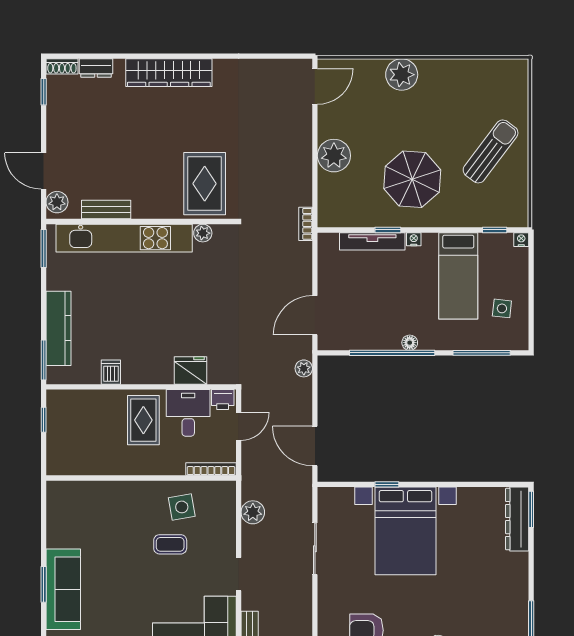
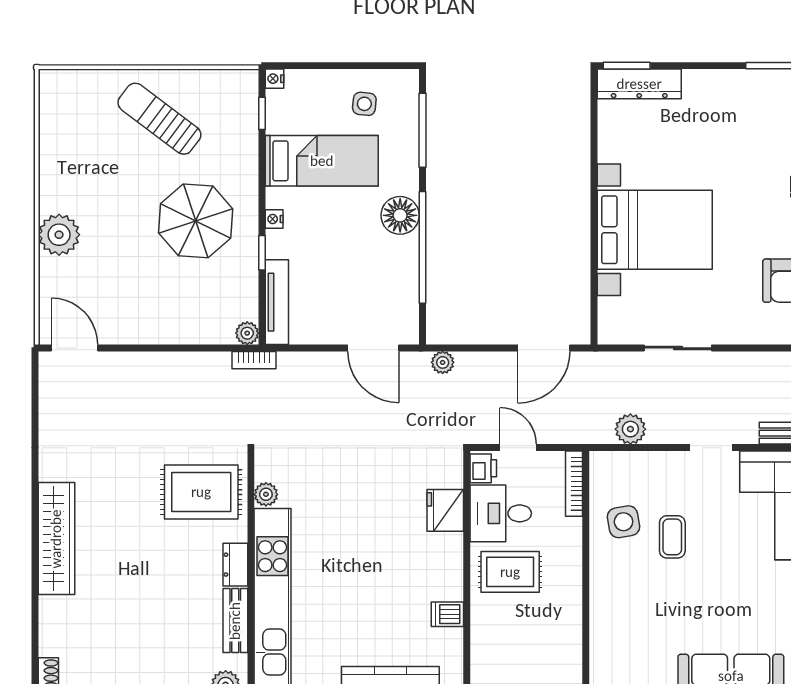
dresser: (96, 68) -> (235, 565), moved, turned 180
plant: (334, 156) -> (247, 333), moved, width x0.53, depth x0.53
tv unit: (372, 241) -> (277, 302), moved
floor lamp: (410, 343) -> (400, 215), width x1.89, depth x1.89
window: (387, 484) -> (594, 254), removed

